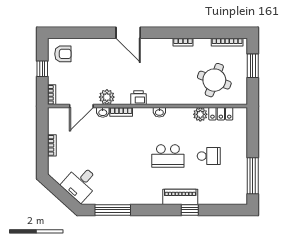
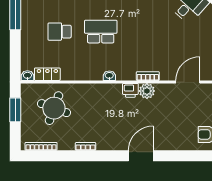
door: (128, 33) -> (141, 156), hinge flipped
window: (253, 66) -> (15, 110), moved
plant: (107, 97) -> (147, 91), moved
washbasin: (103, 112) -> (27, 76), moved
plant: (200, 114) -> (68, 74), removed

